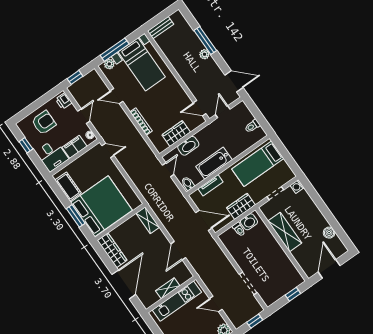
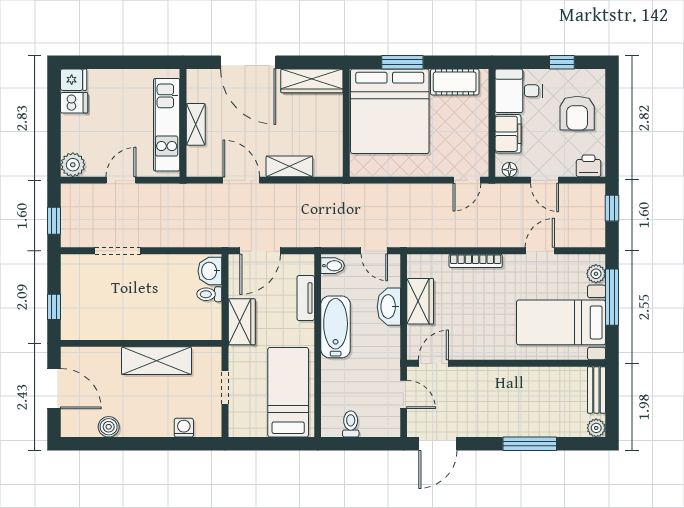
plant: (204, 54) -> (596, 428), moved
washing machine: (297, 186) -> (184, 428), moved
shelving: (148, 220) -> (289, 166), moved
washbasin: (249, 222) -> (210, 271), moved

